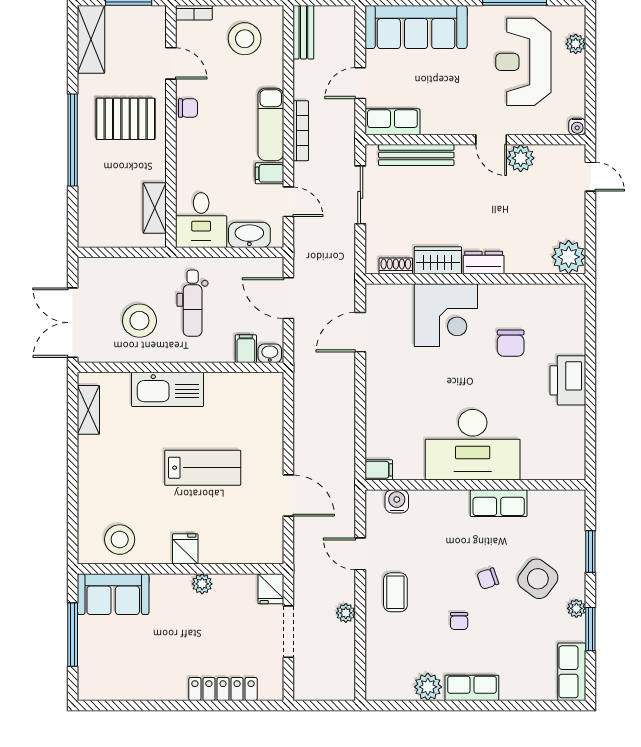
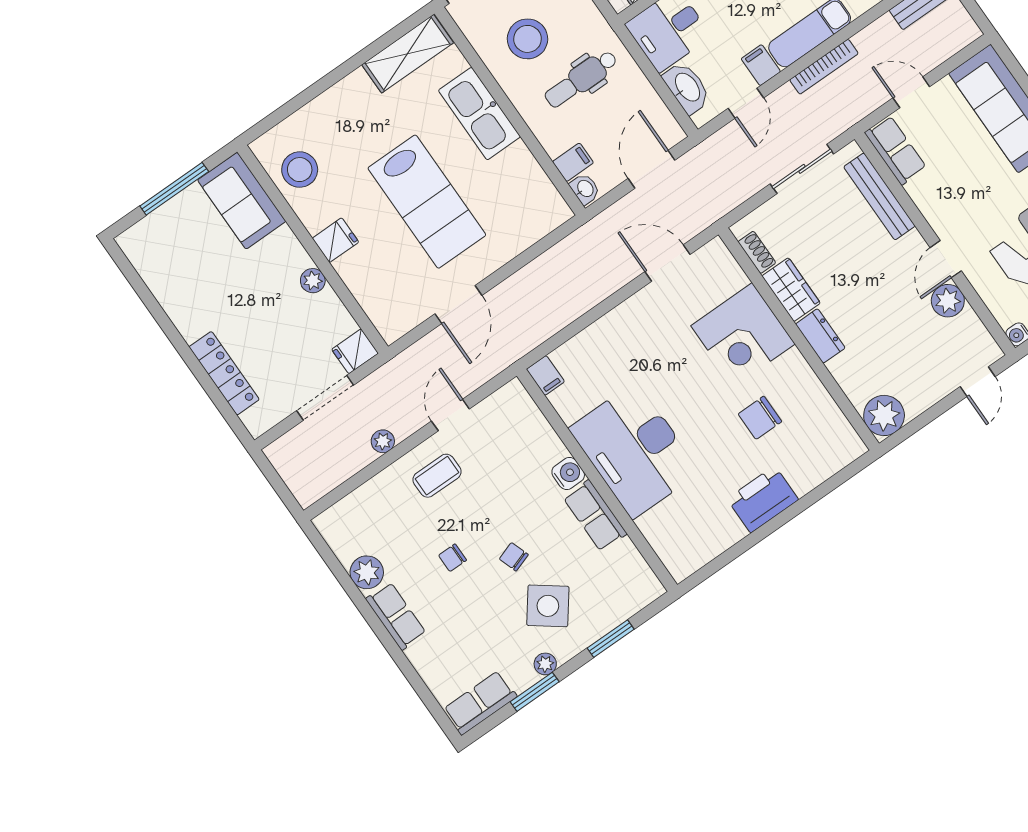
shelving: (88, 410) -> (408, 54), width x1.50, depth x1.33
lab bench: (203, 468) -> (427, 202), width x1.36, depth x1.39
water cooler: (397, 501) -> (568, 473), moved

